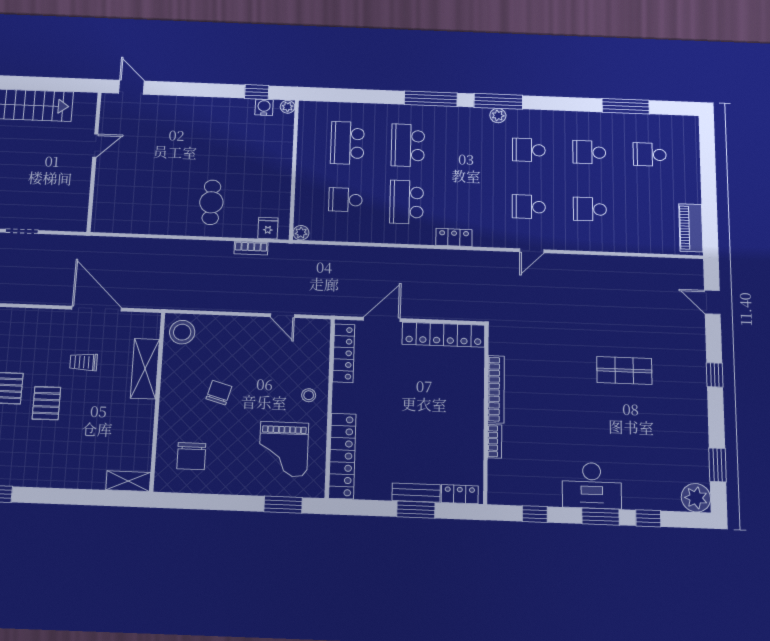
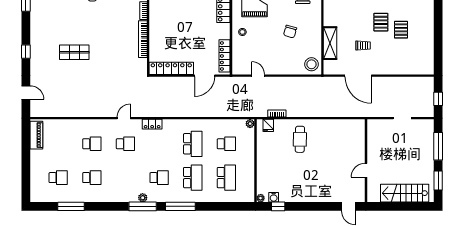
school desk: (529, 150) -> (159, 178), moved
locker: (454, 237) -> (152, 124), moved

